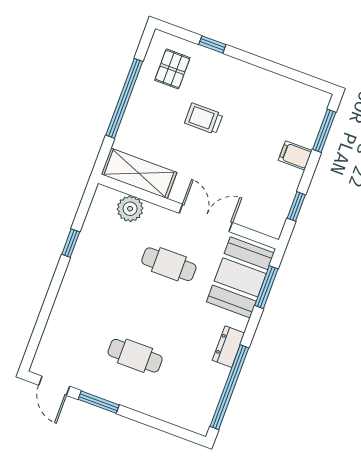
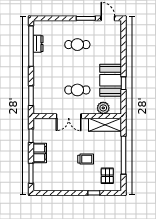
filing cabinet: (295, 155) -> (40, 153), width x2.00
booth: (240, 277) -> (111, 80), moved
dresser: (228, 347) -> (38, 44), moved

